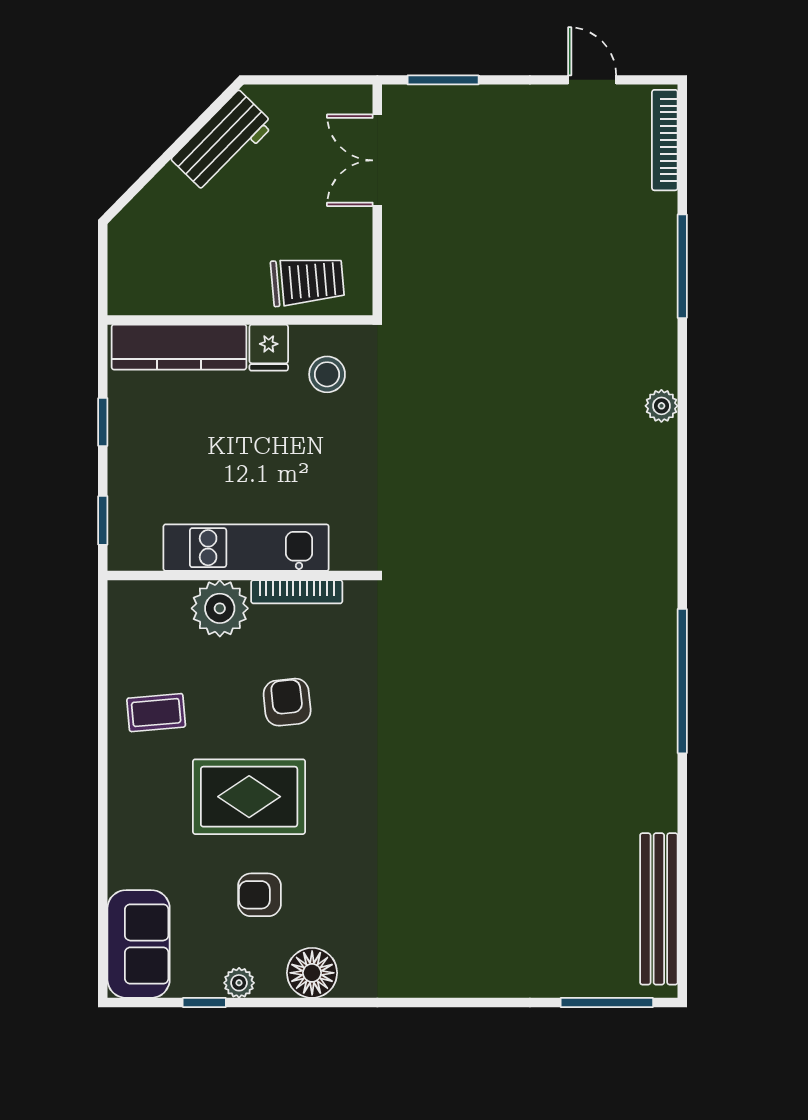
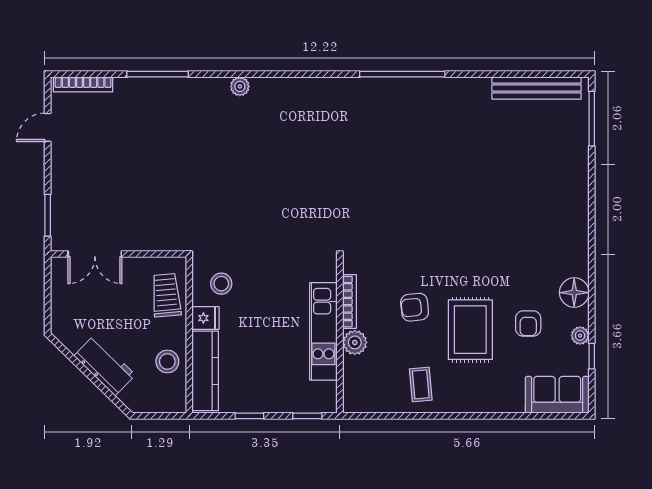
workbench: (223, 142) -> (105, 365), moved
stool: (195, 283) -> (167, 361), added
plant: (220, 608) -> (355, 342), width x0.73, depth x0.73

